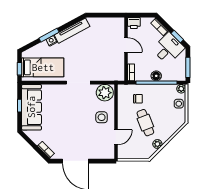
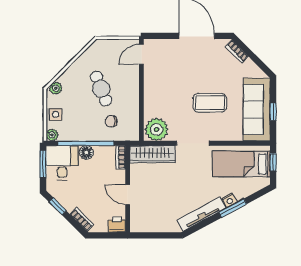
desk: (168, 49) -> (62, 163), moved, turned 135
wardrobe: (108, 75) -> (152, 154), added
coffee table: (66, 112) -> (210, 103), added
side table: (102, 117) -> (161, 96), removed
door: (116, 137) -> (141, 54), moved
plant: (157, 144) -> (56, 88), moved

